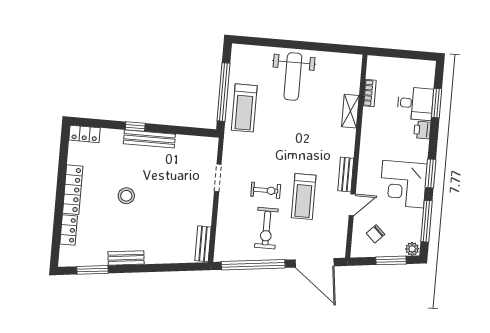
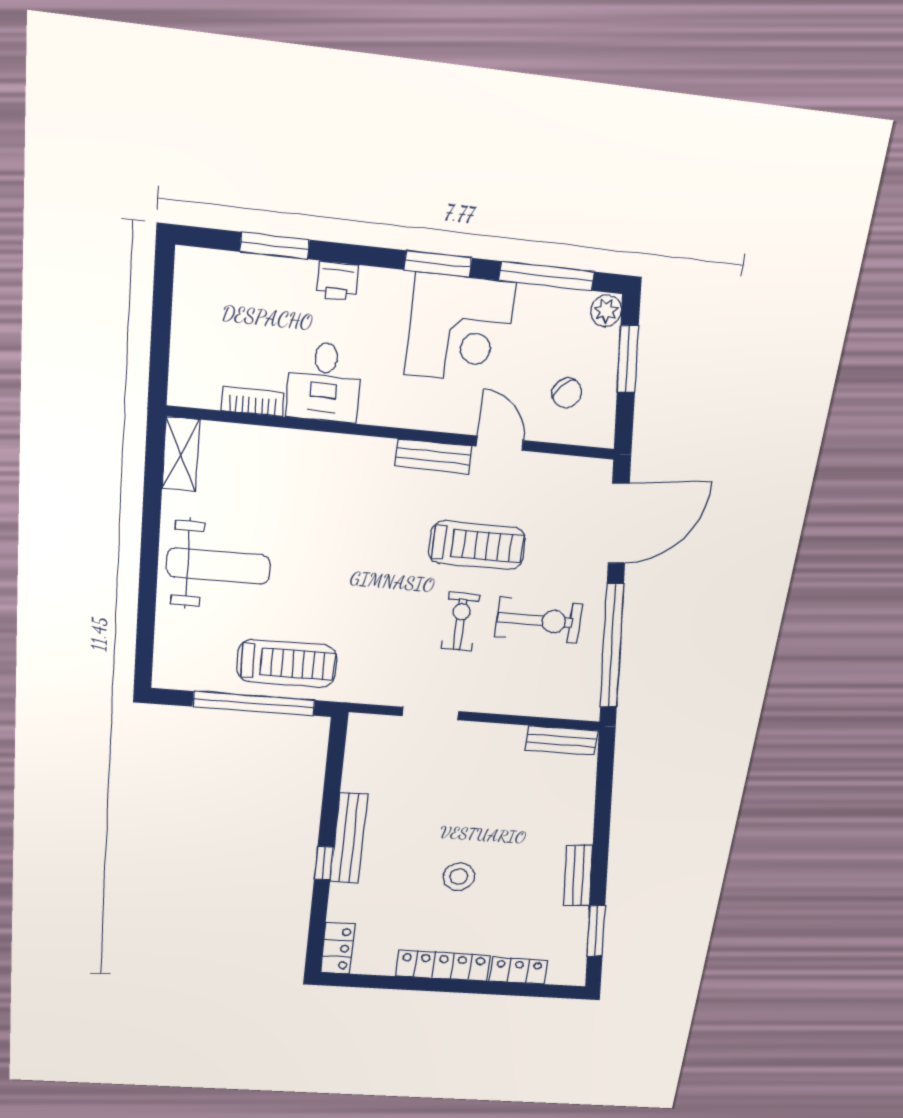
desk: (415, 103) -> (324, 382), moved, turned 180
shelving: (350, 111) -> (181, 454), moved, turned 90

